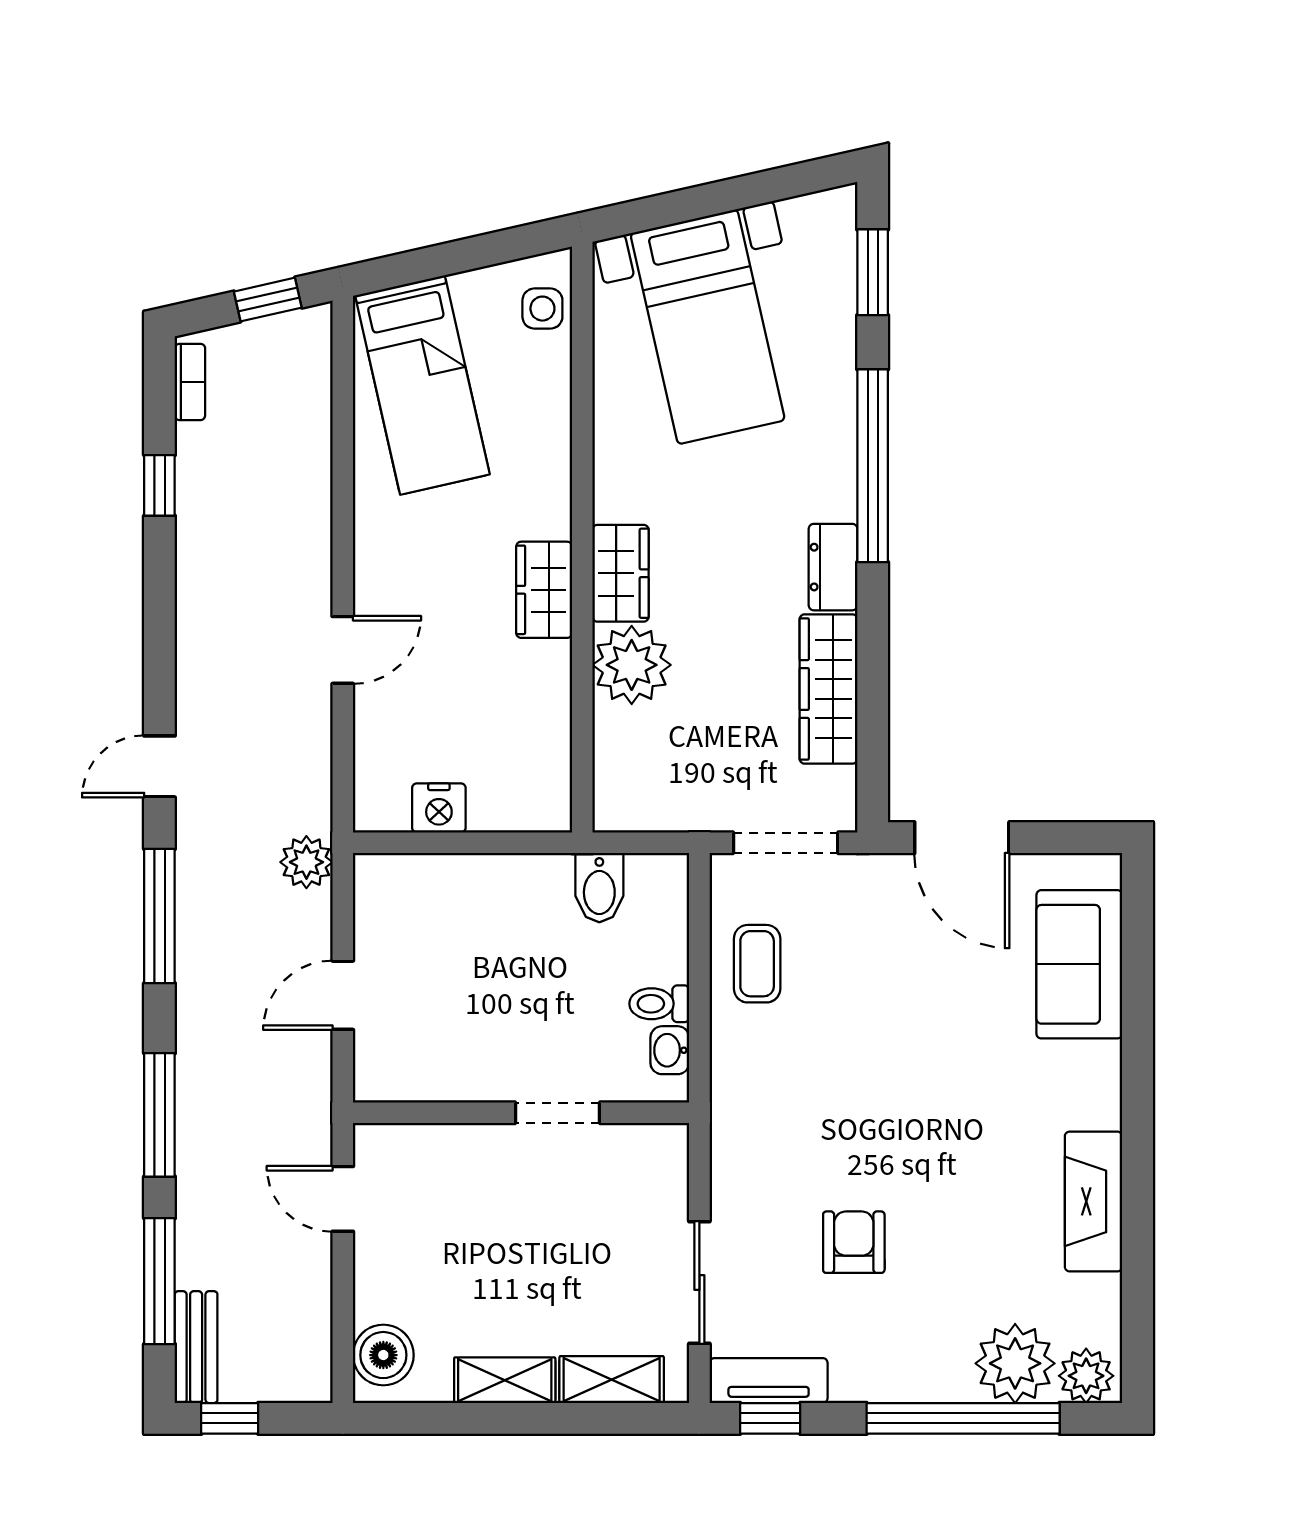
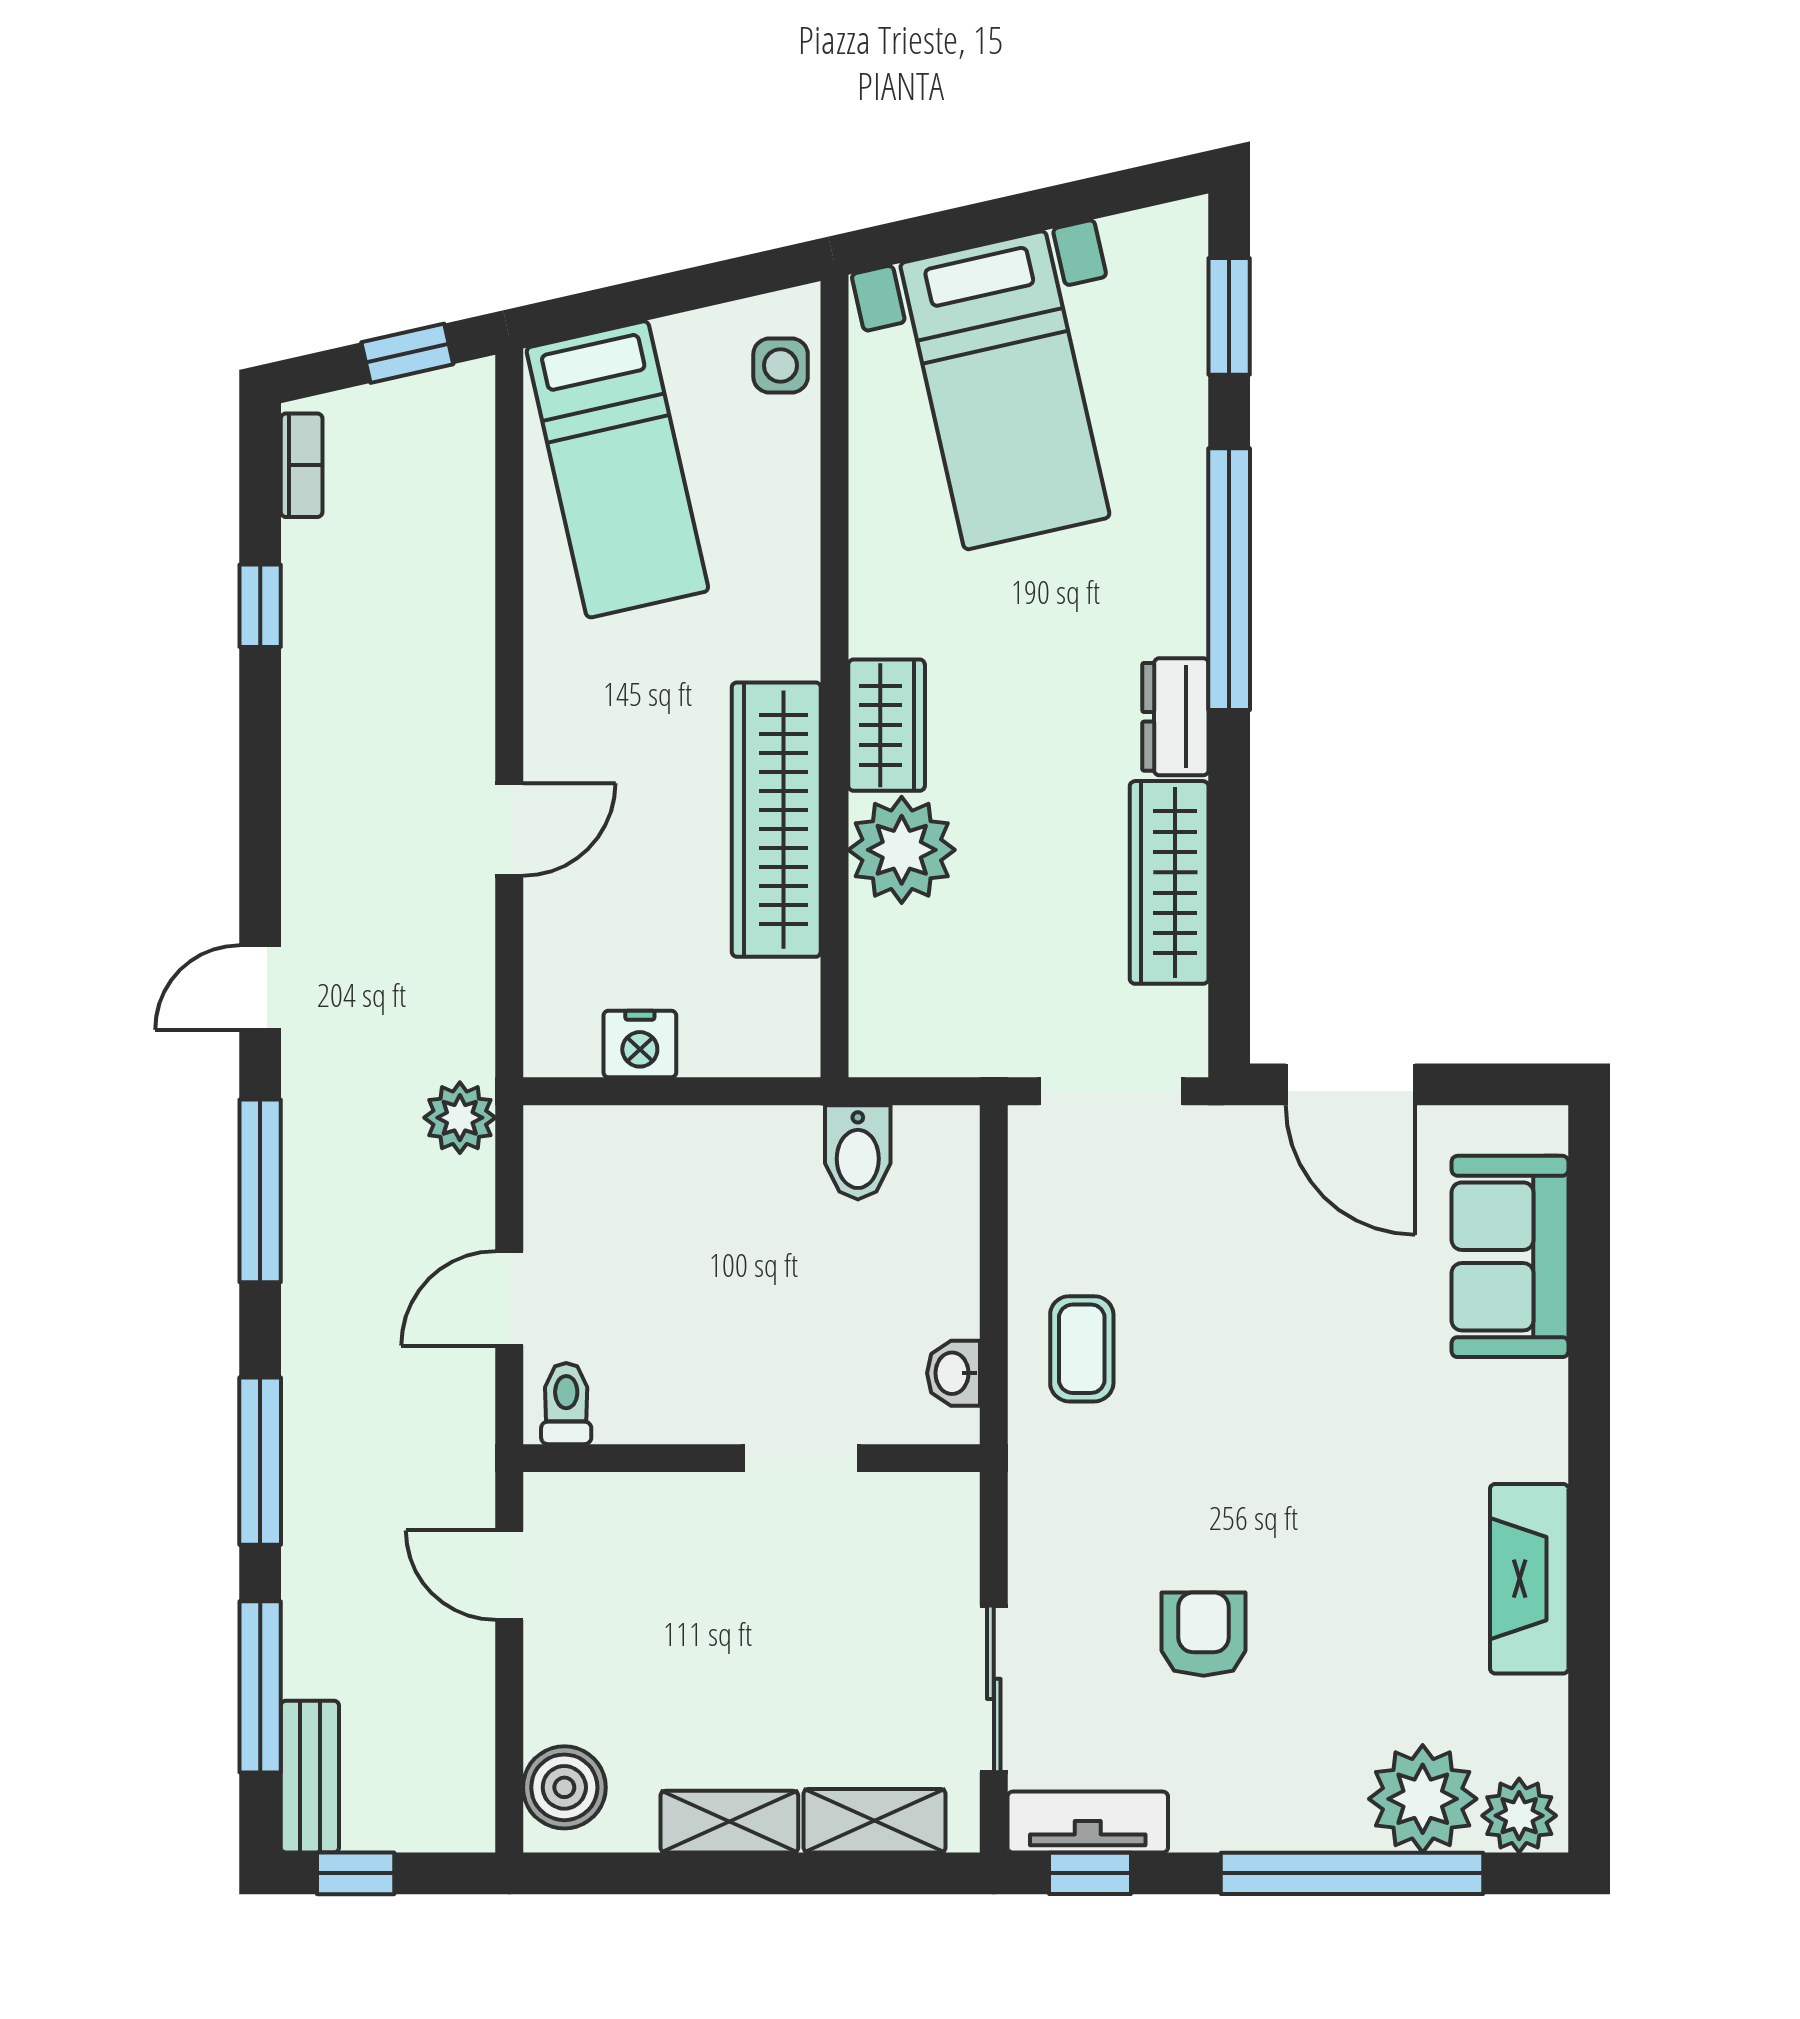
wardrobe: (544, 590) -> (776, 820), width x2.10, depth x1.17
coffee table: (757, 964) -> (1082, 1349), moved
toilet: (659, 1004) -> (566, 1404), moved, turned 90

